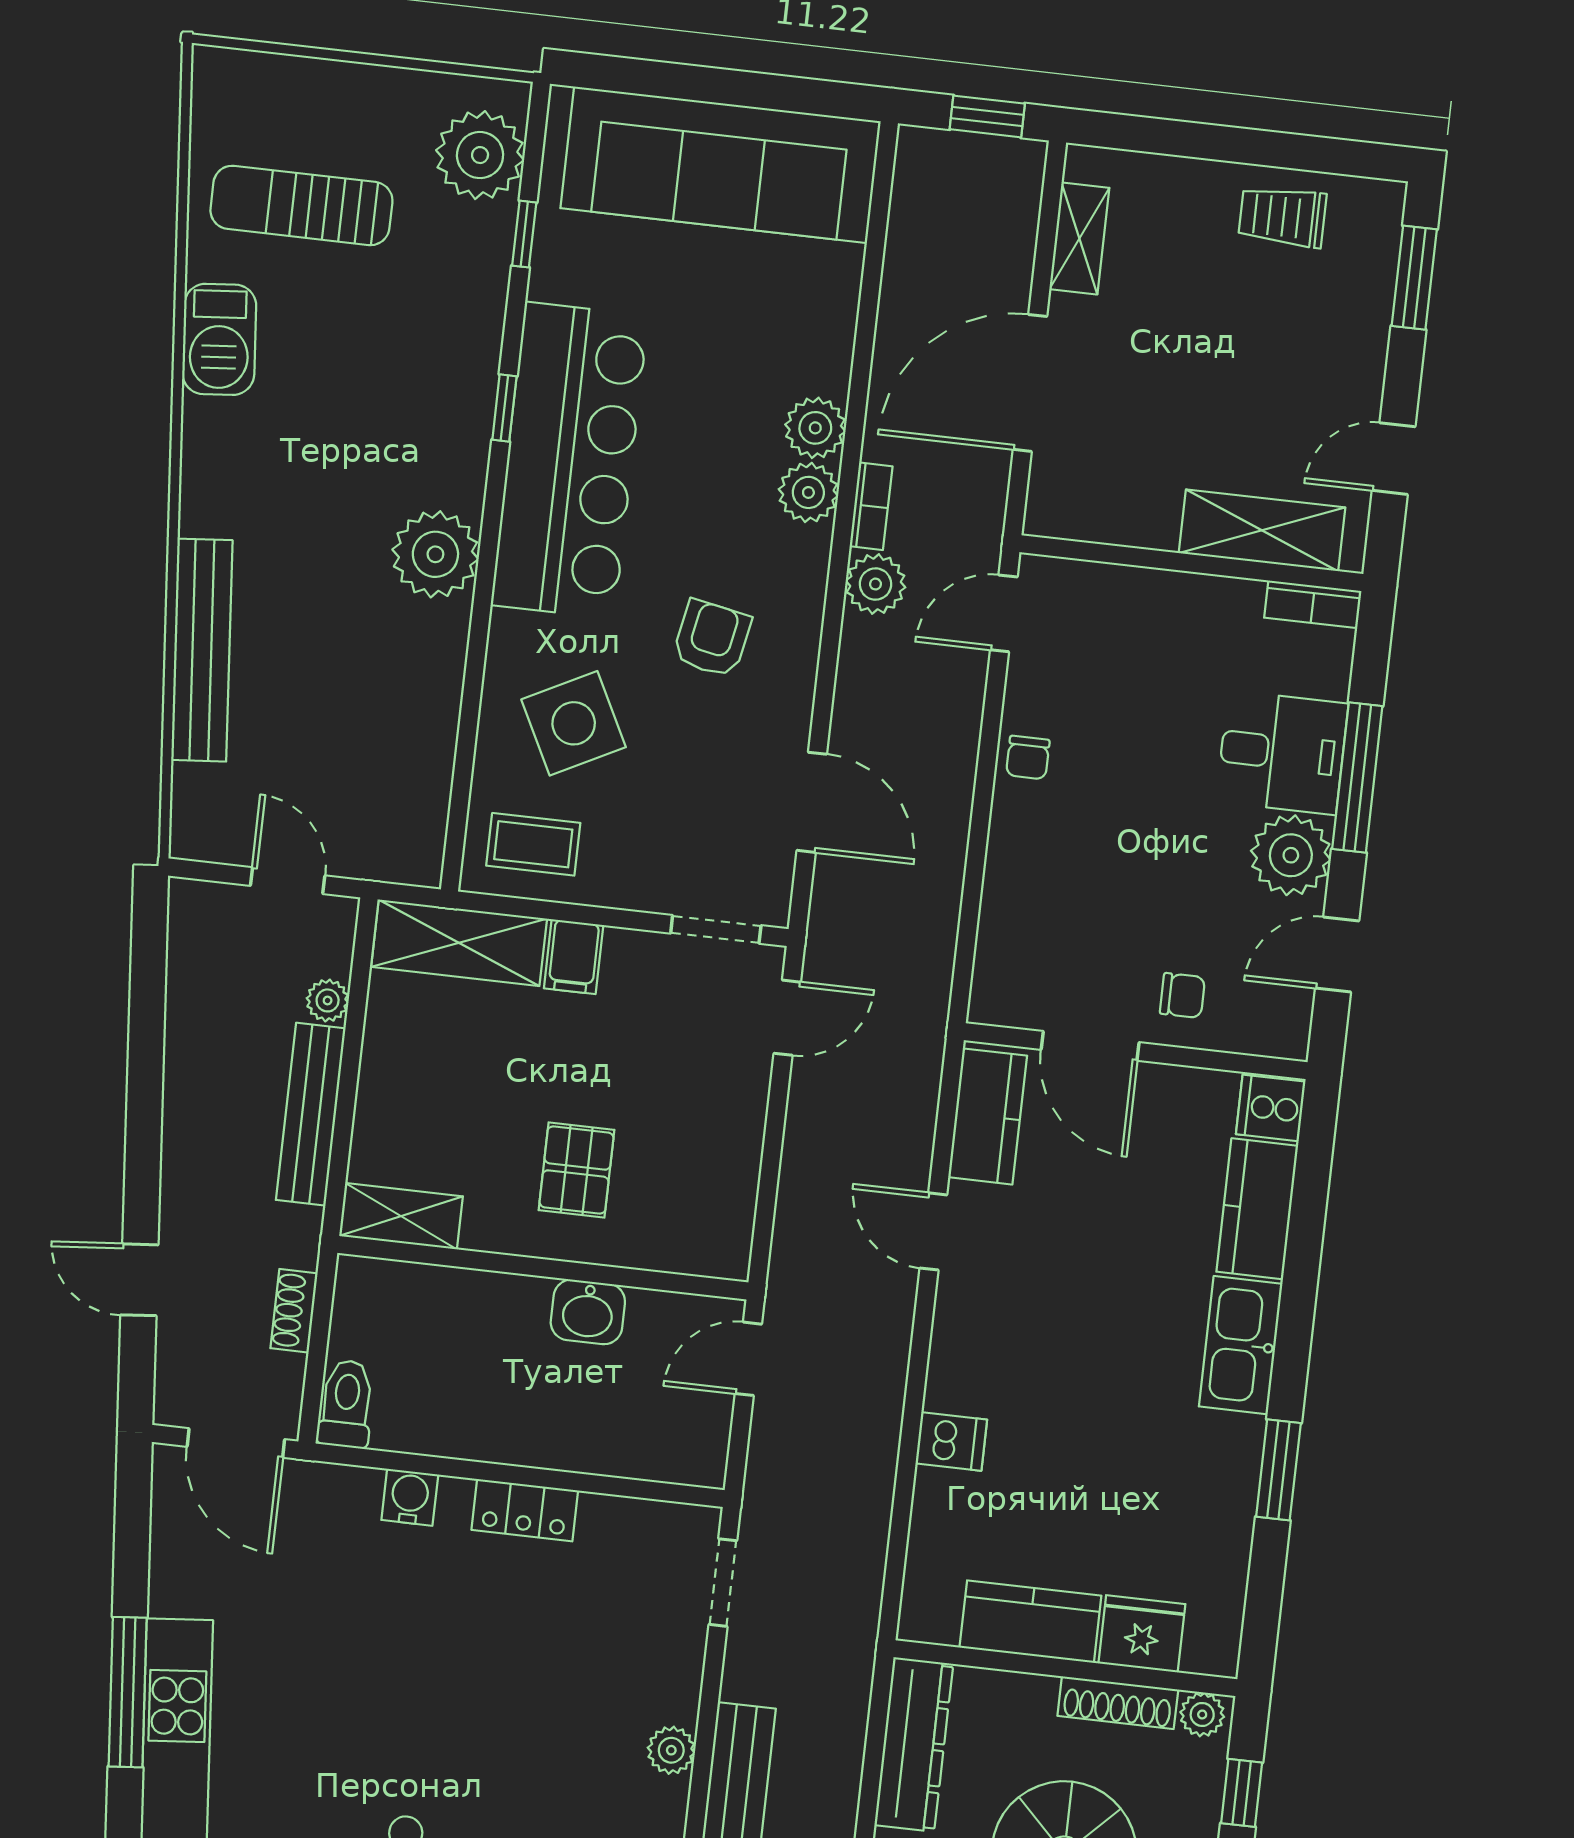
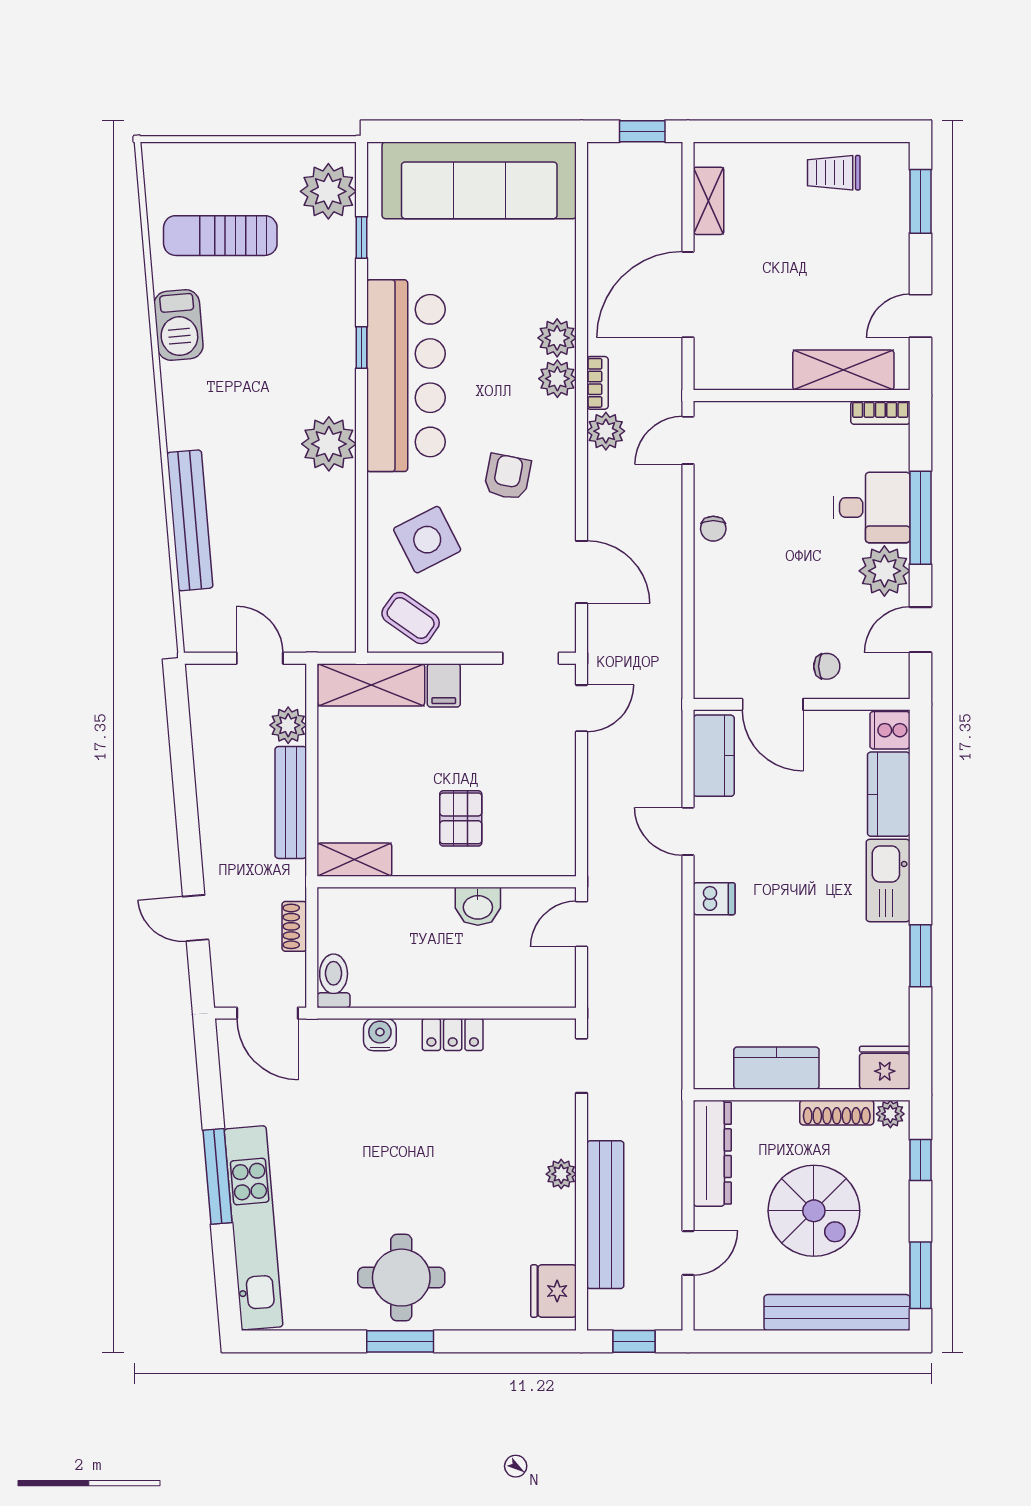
coffee table: (533, 844) -> (411, 618), turned 35
plant: (328, 1000) -> (288, 725), width x1.38, depth x1.38
dishwasher: (951, 1441) -> (714, 899), moved
fridge: (1142, 1634) -> (885, 1068), moved

